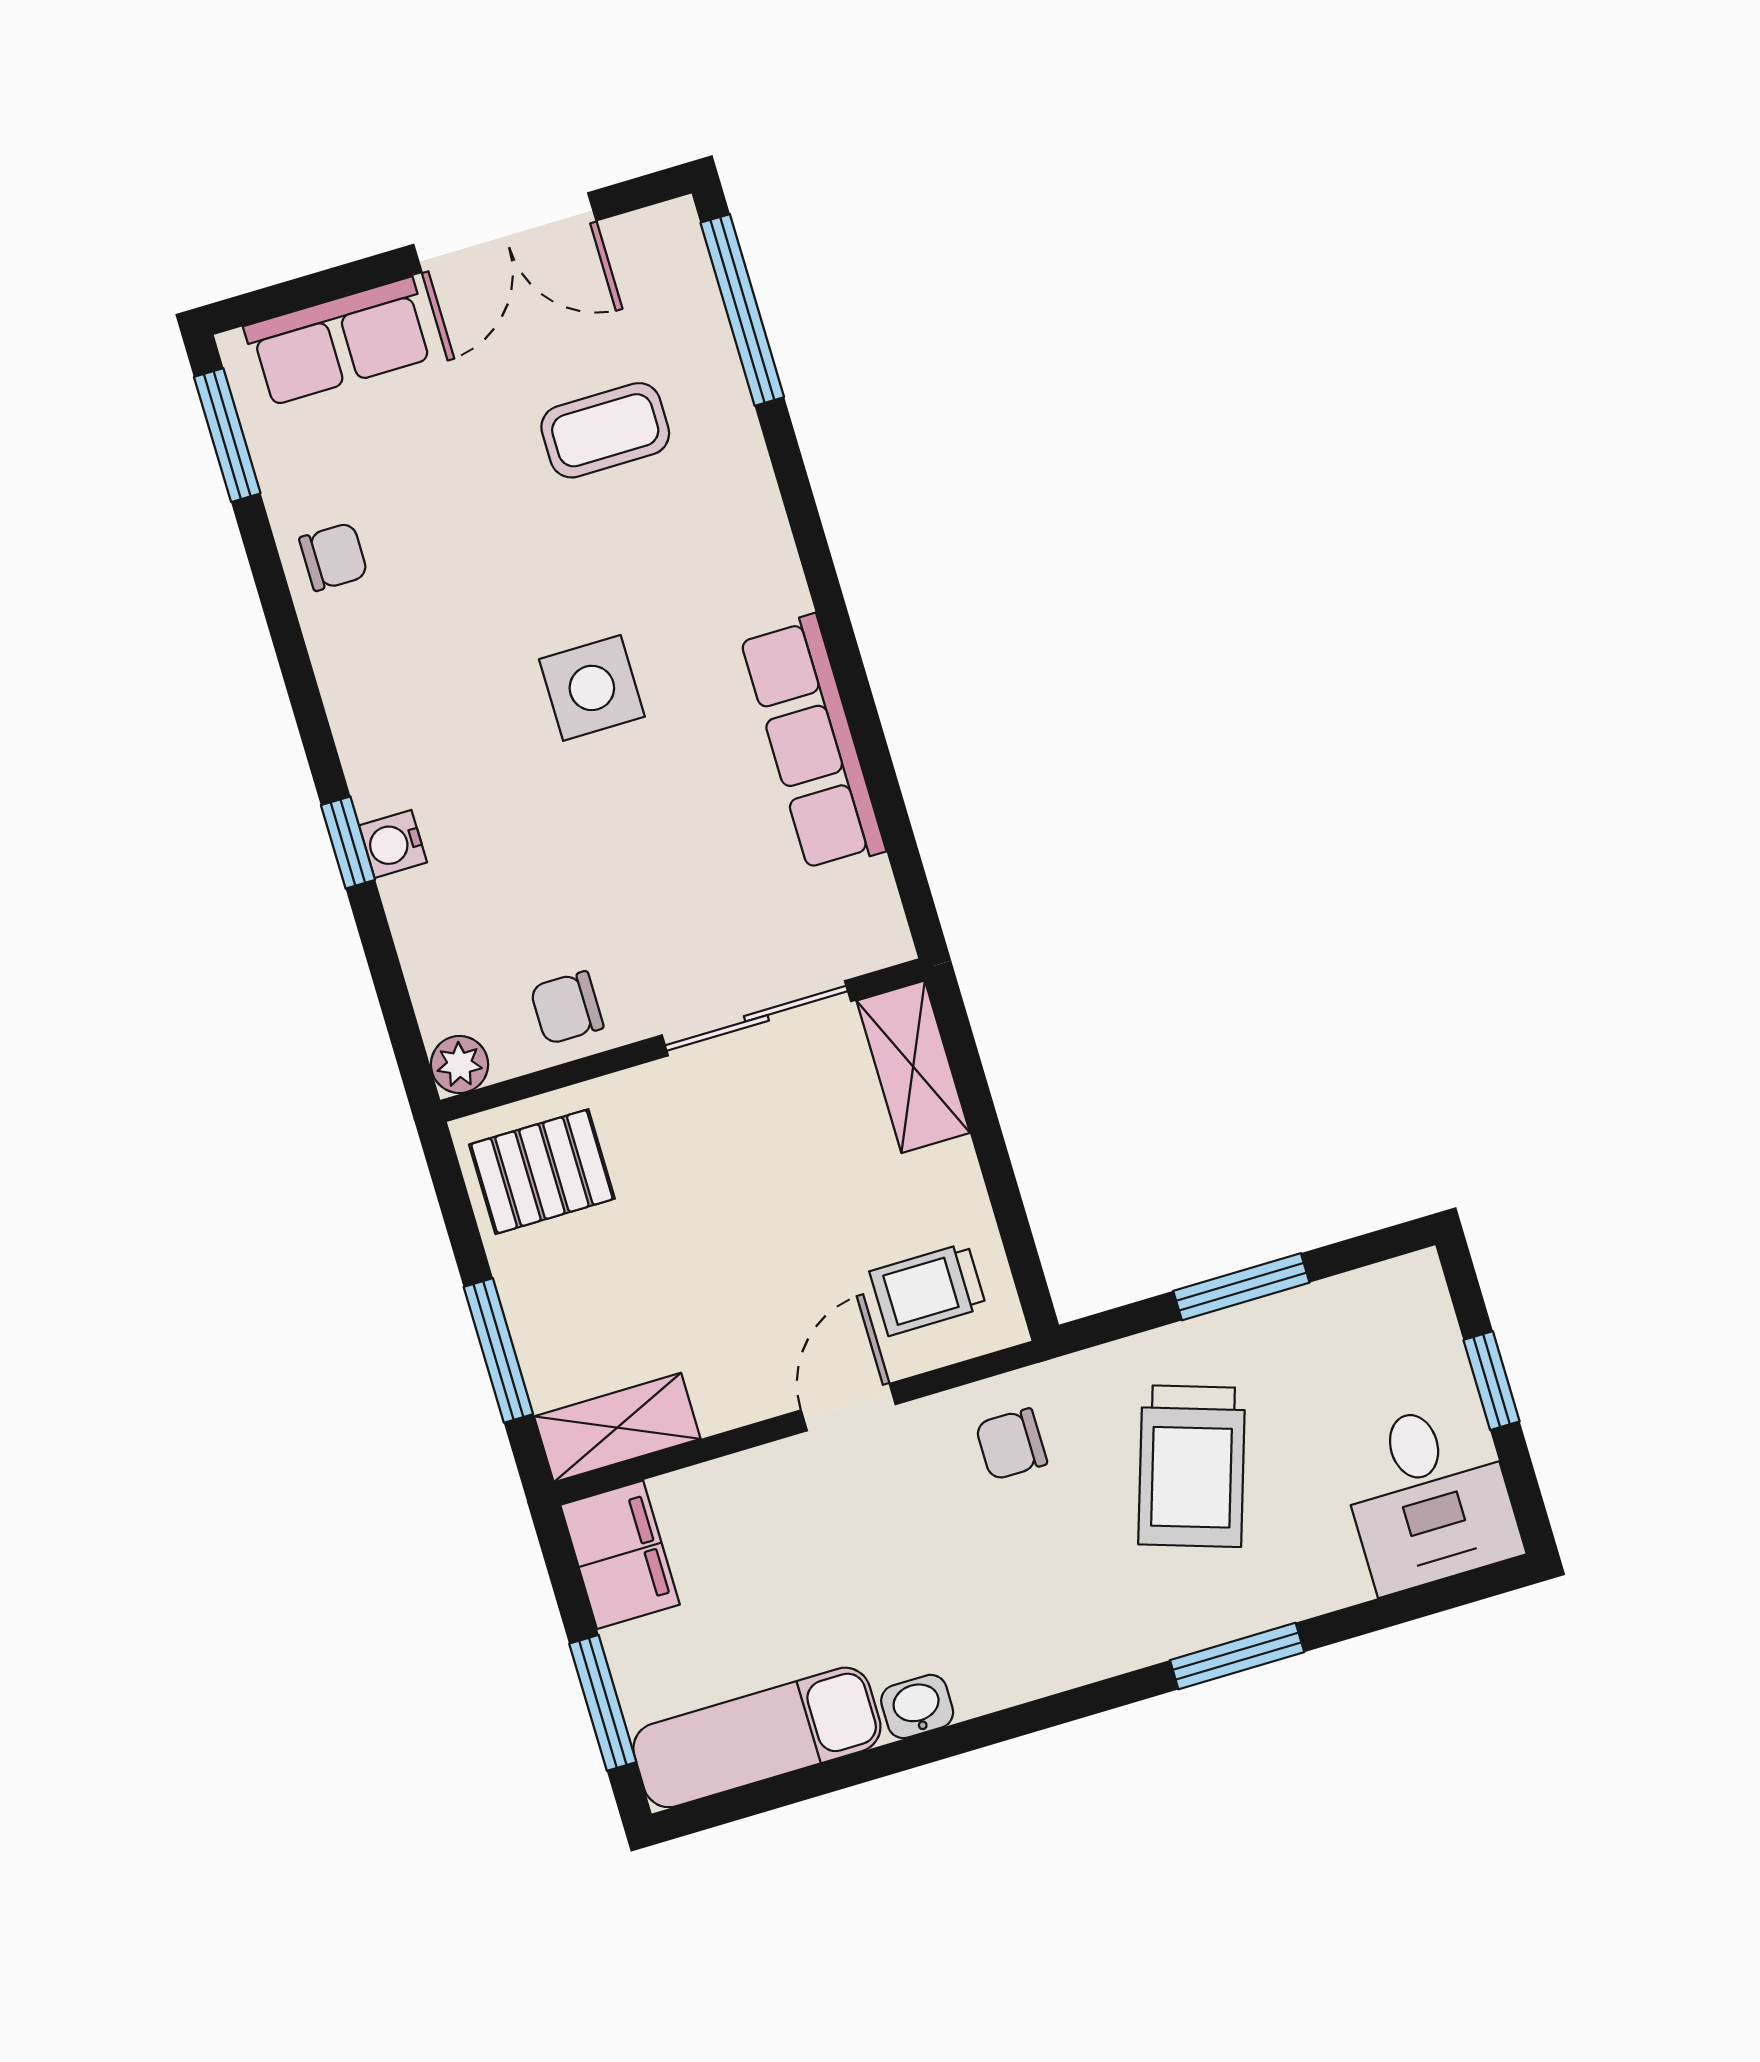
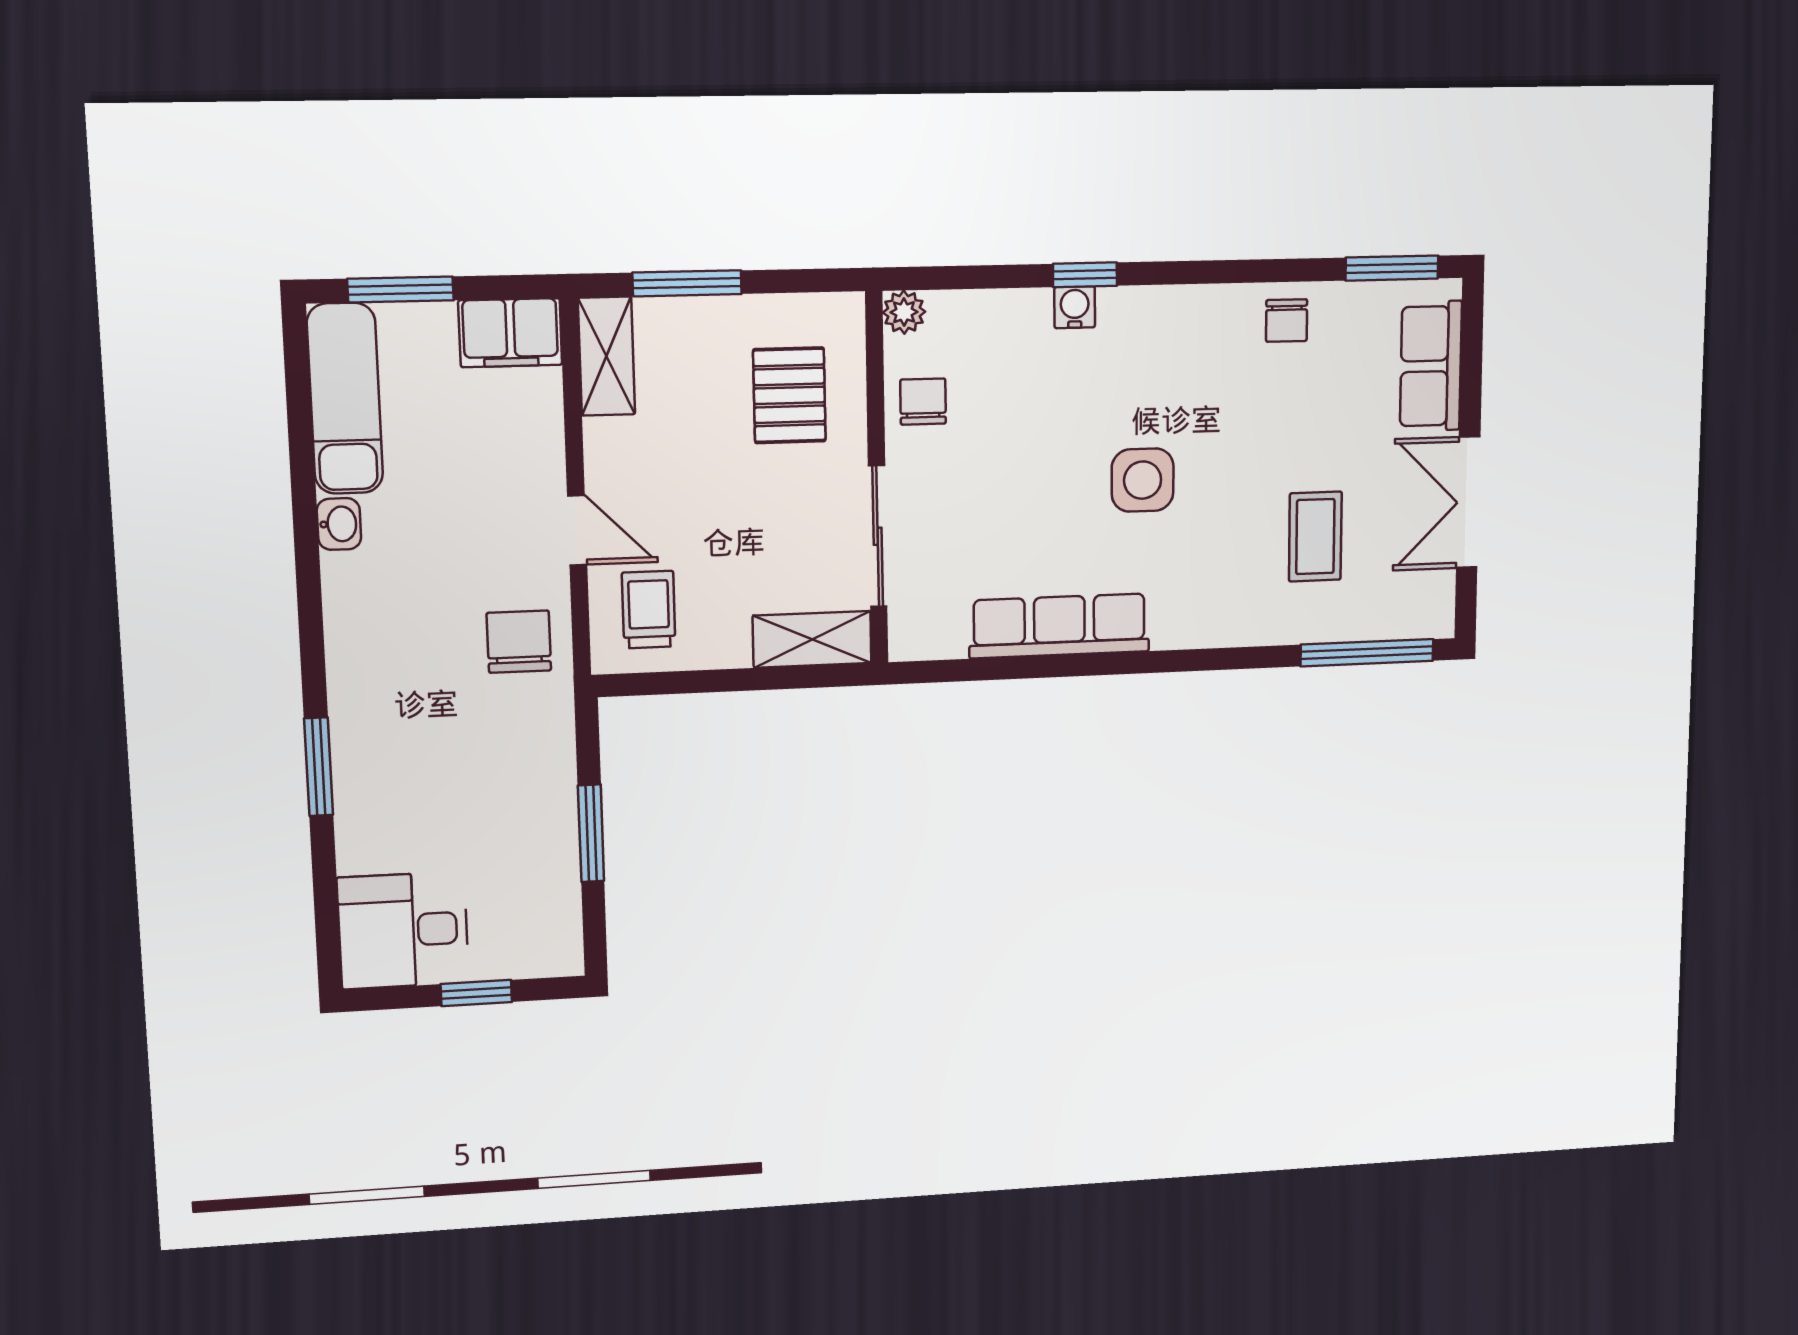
pallet: (542, 1172) -> (789, 395), moved
chair: (1011, 1444) -> (519, 642), width x1.37, depth x1.37
trolley: (1192, 1466) -> (469, 767), removed

